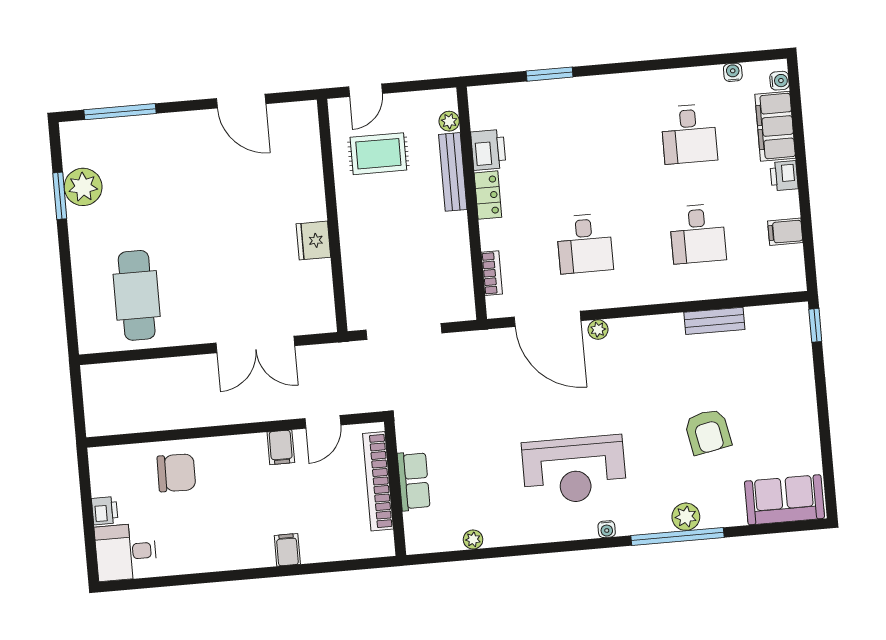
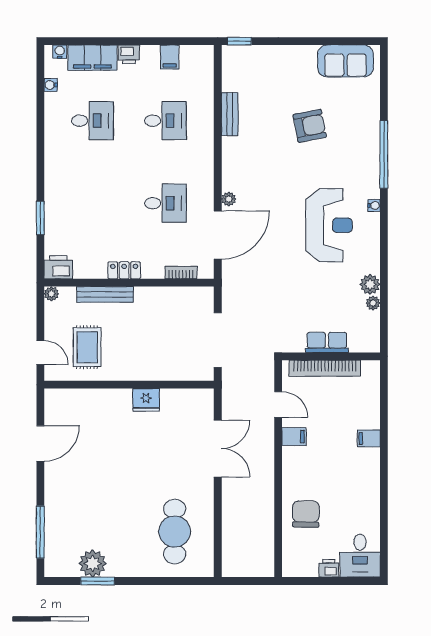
plant: (449, 121) -> (51, 294), moved
printer: (488, 150) -> (58, 267), moved
cafe table: (137, 295) -> (175, 532), turned 90
sofa: (784, 500) -> (345, 61), moved, turned -90
plant: (686, 517) -> (370, 284), moved

